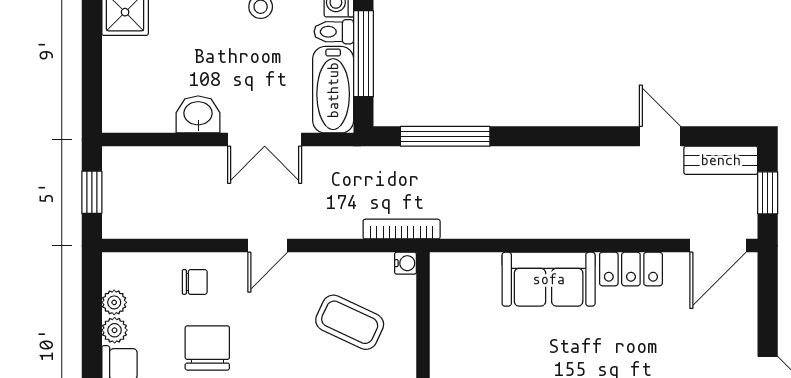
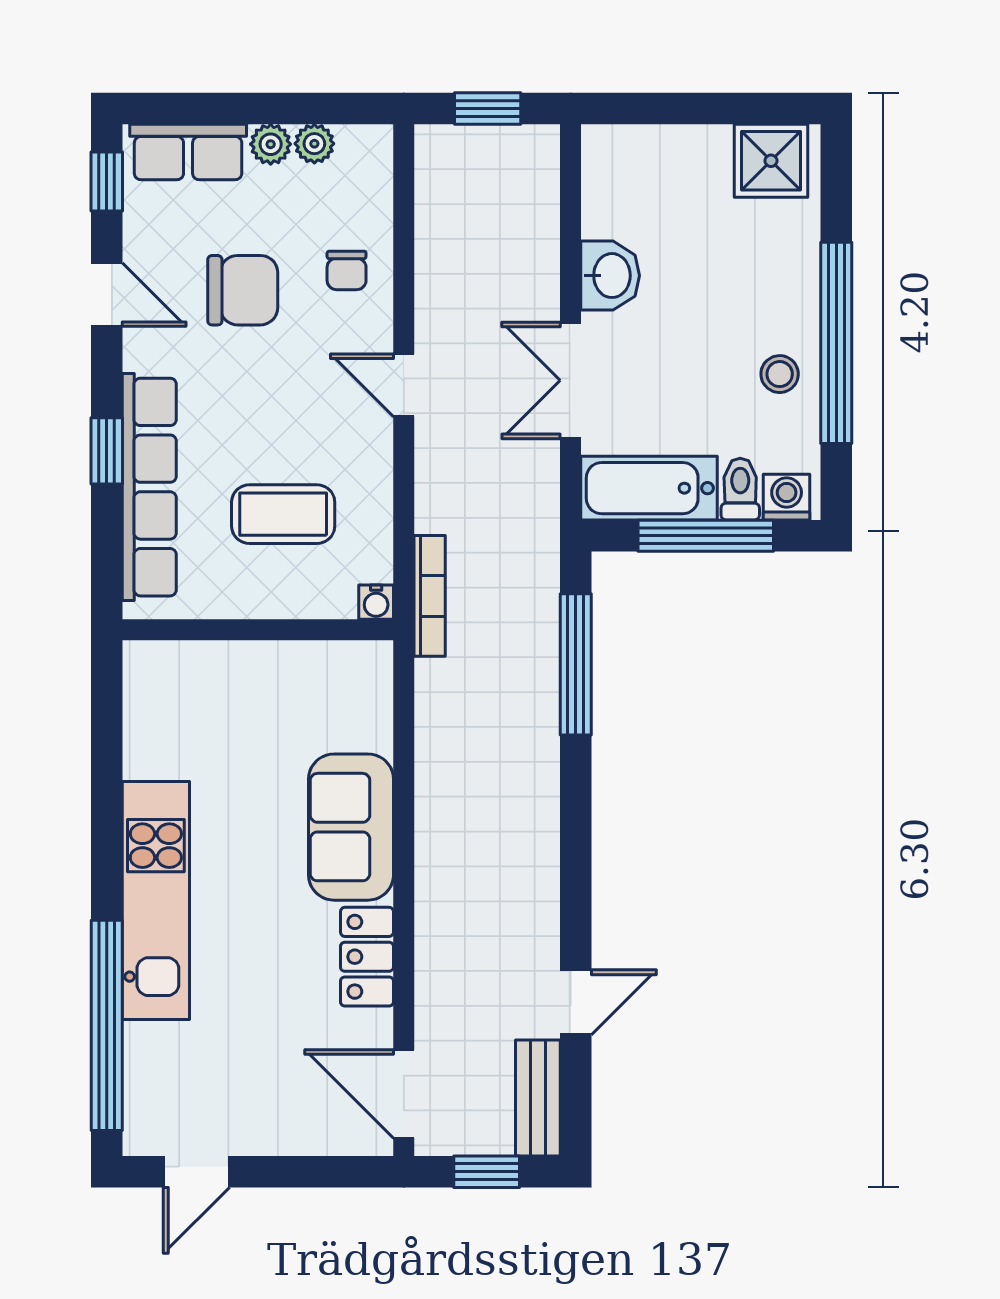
coffee table: (350, 322) -> (283, 514), turned 65

